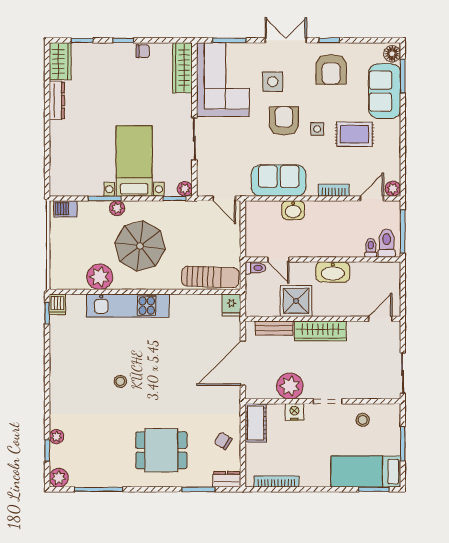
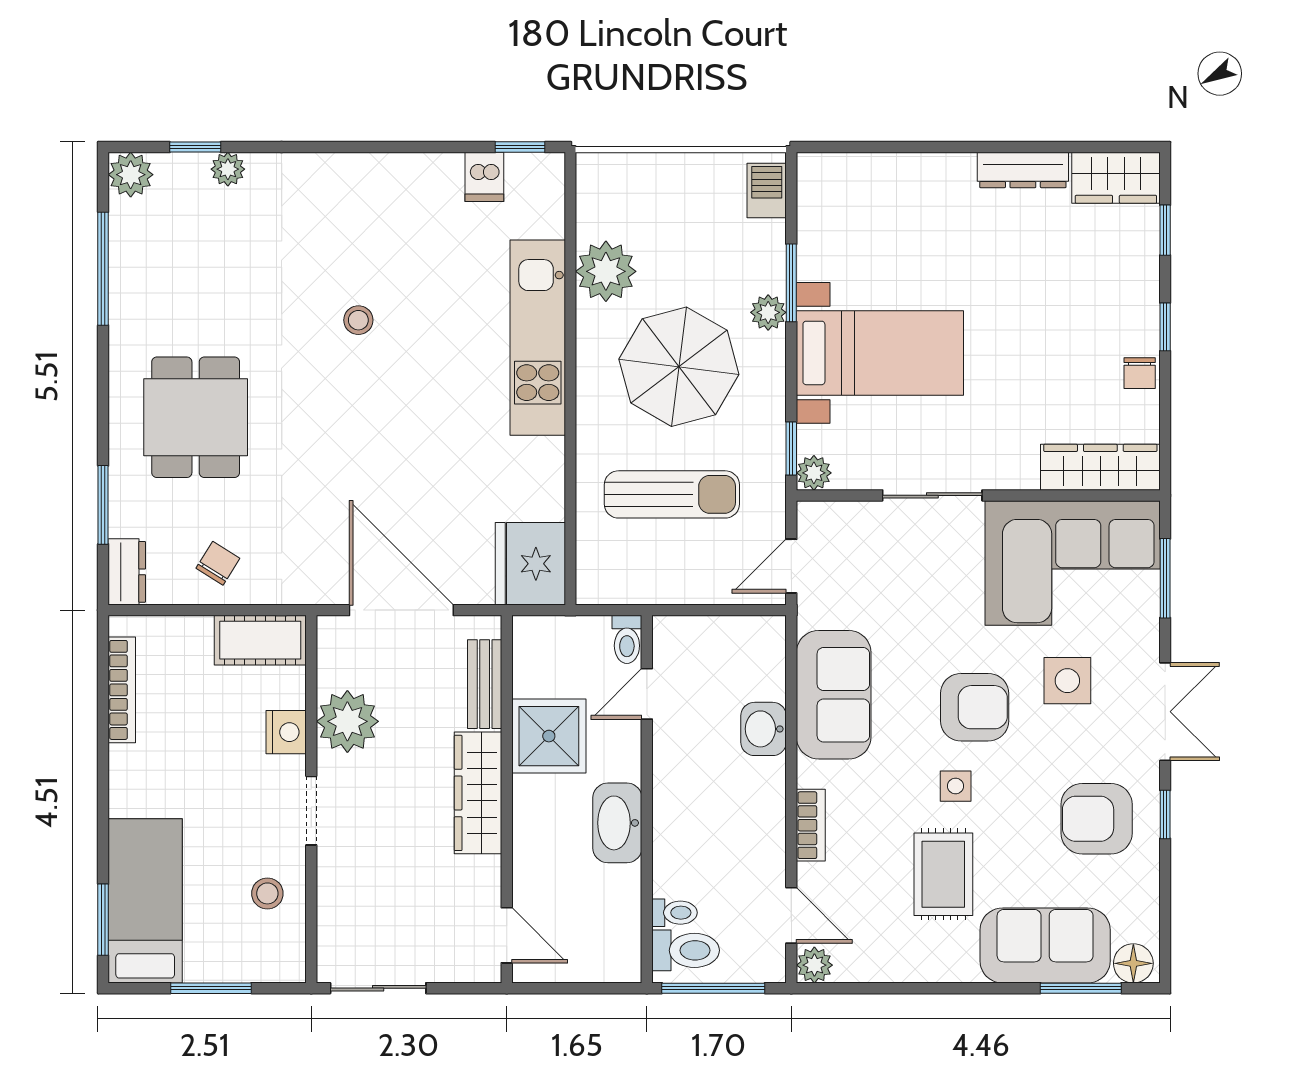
sun lounger: (210, 277) -> (672, 494), moved, turned -92
dishwasher: (57, 304) -> (484, 177), moved, turned -90
fridge: (231, 305) -> (530, 564), width x1.88, depth x1.34

